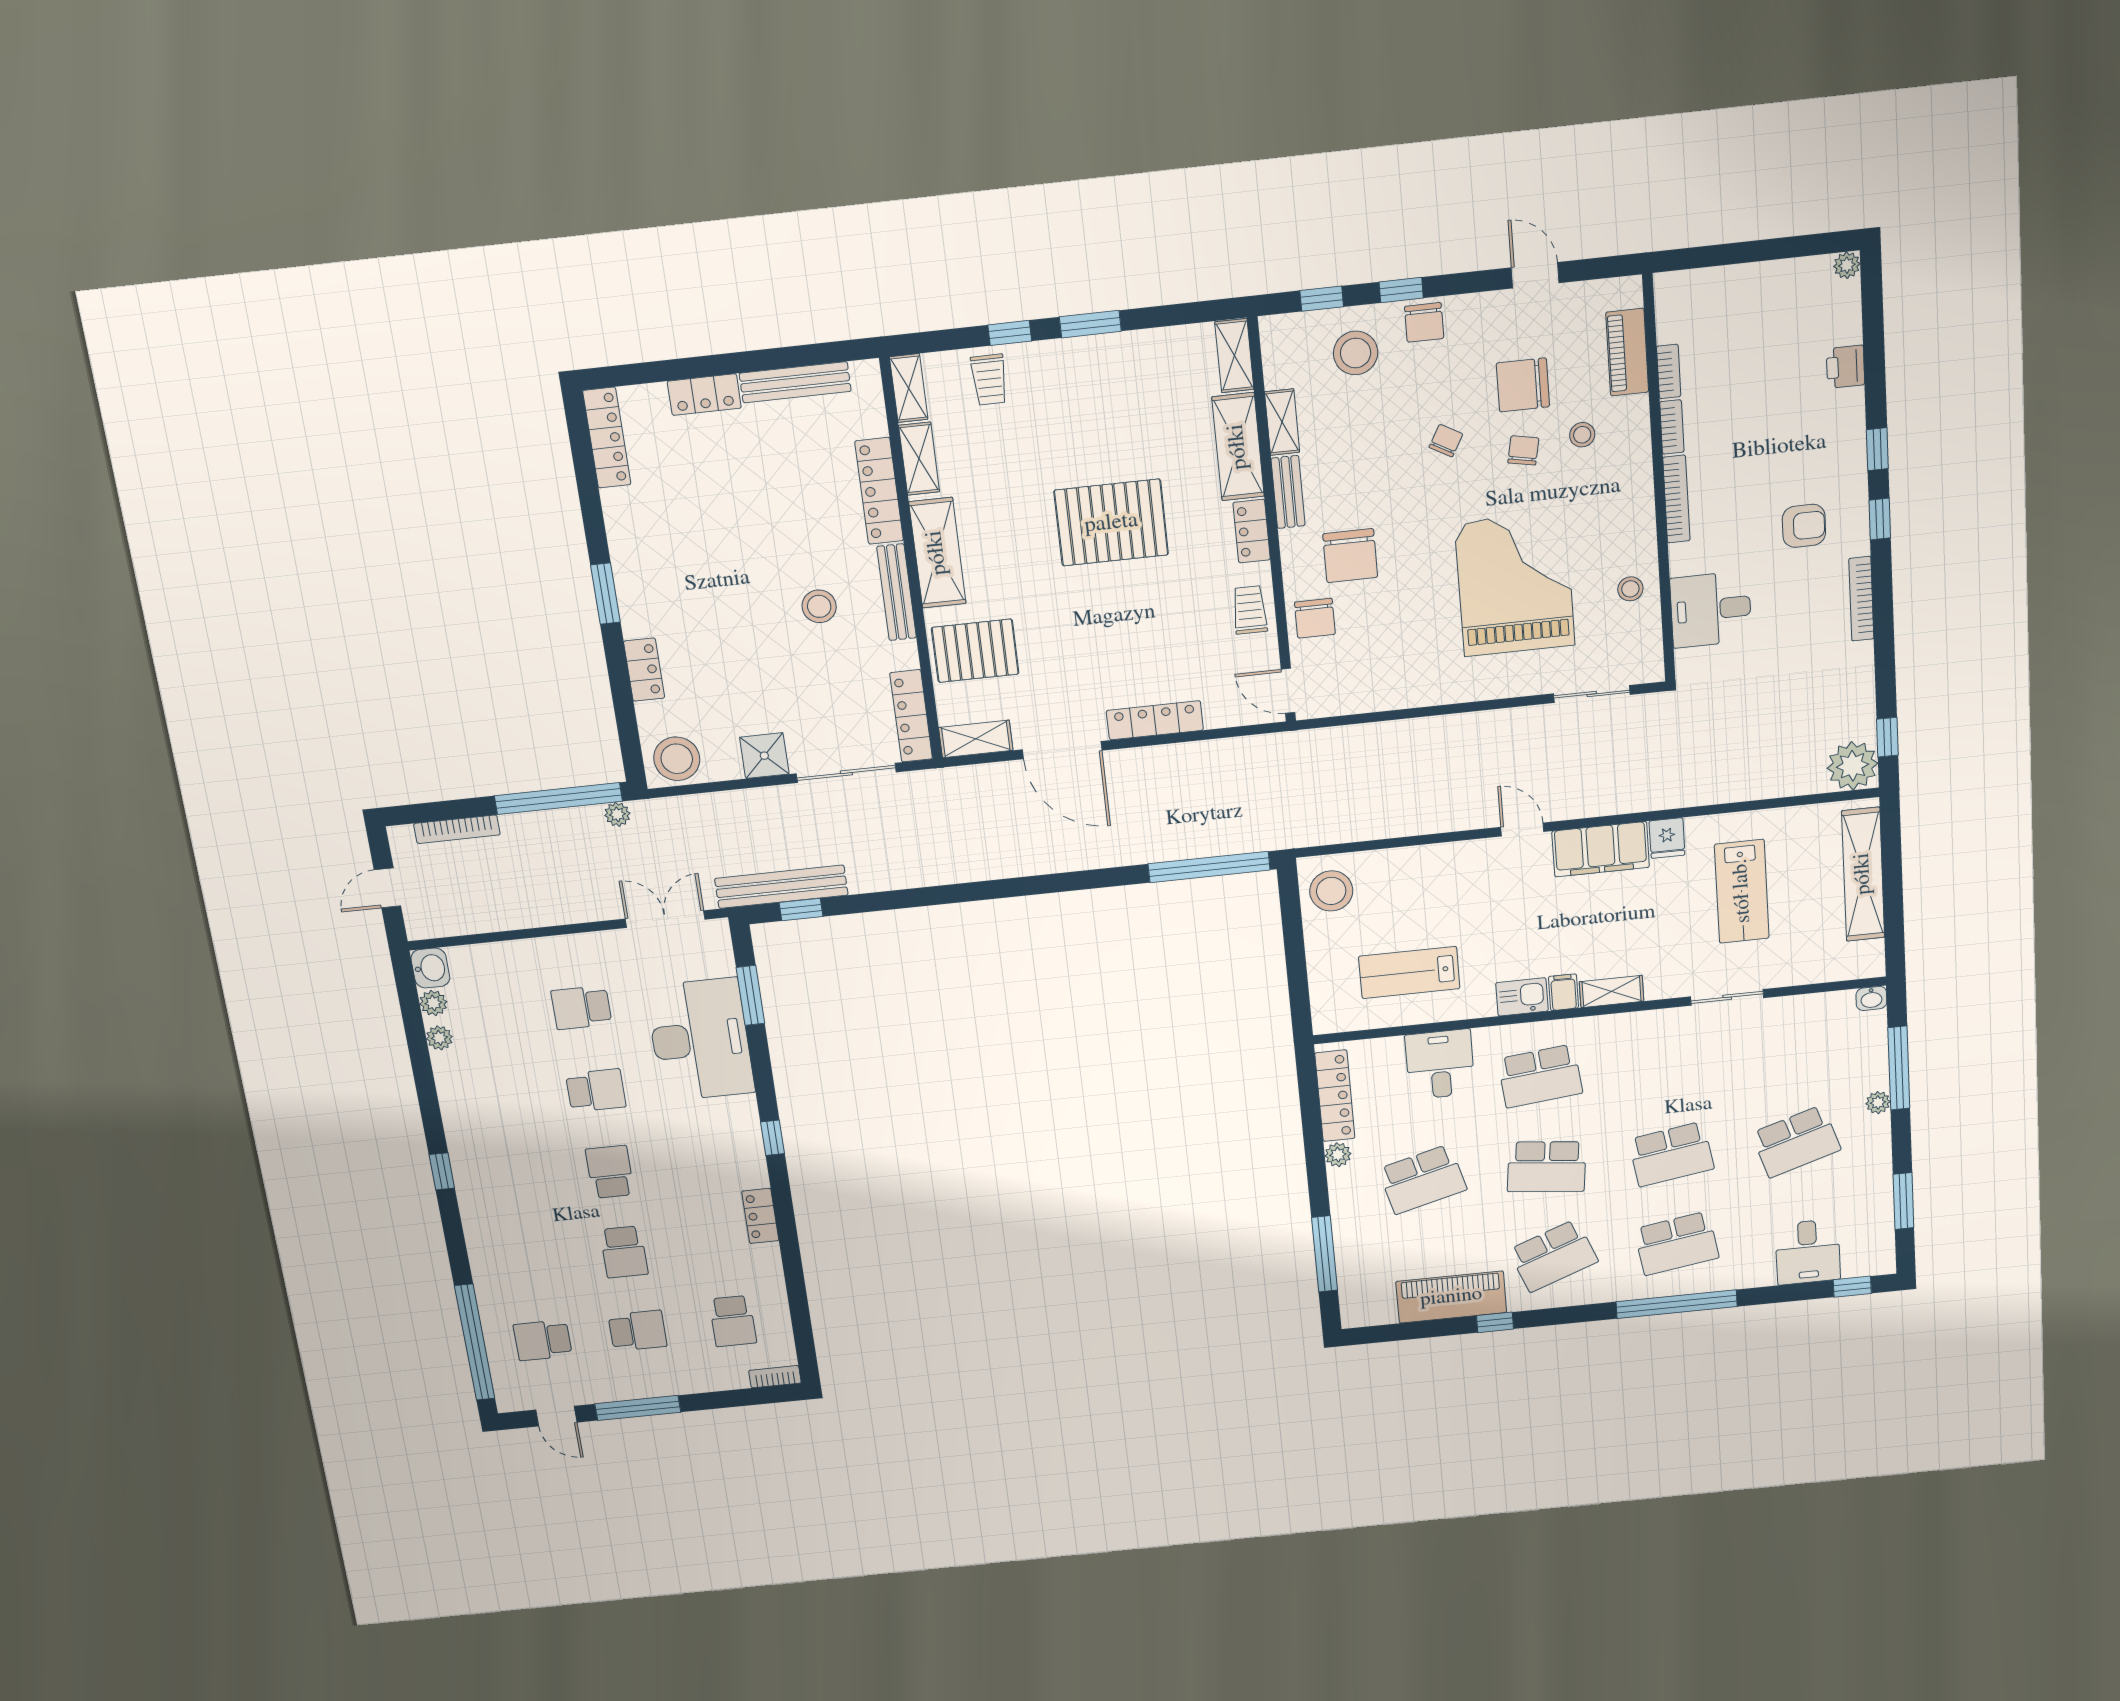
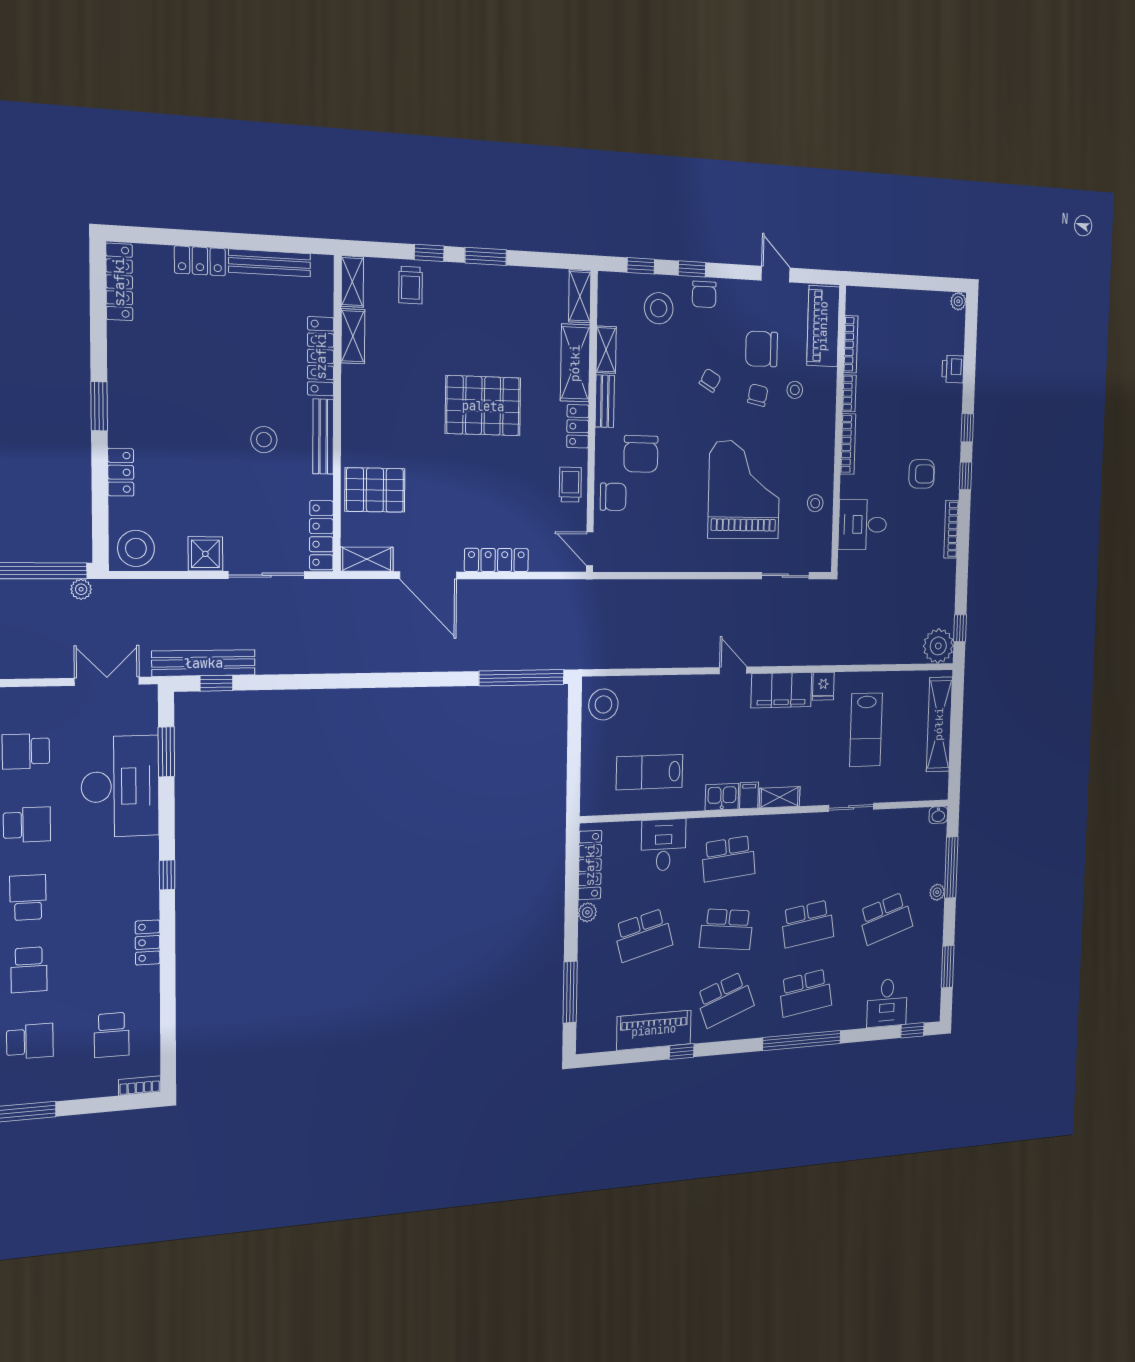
piano: (1627, 352) -> (823, 326), width x1.37, depth x1.33
bookcase: (1669, 371) -> (851, 344), width x1.56
shelving: (937, 553) -> (357, 410), removed
chair: (1315, 618) -> (613, 497), turned -90

